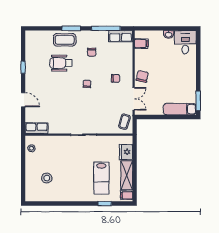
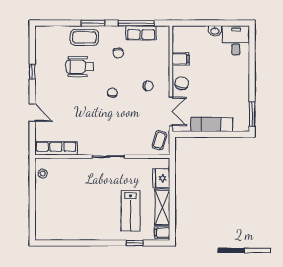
row of seats: (121, 36) -> (141, 33), moved
filing cabinet: (141, 44) -> (181, 59), moved
exam couch: (180, 109) -> (212, 124), moved
row of seats: (37, 128) -> (56, 148), width x1.48
stool: (47, 178) -> (62, 211), removed

